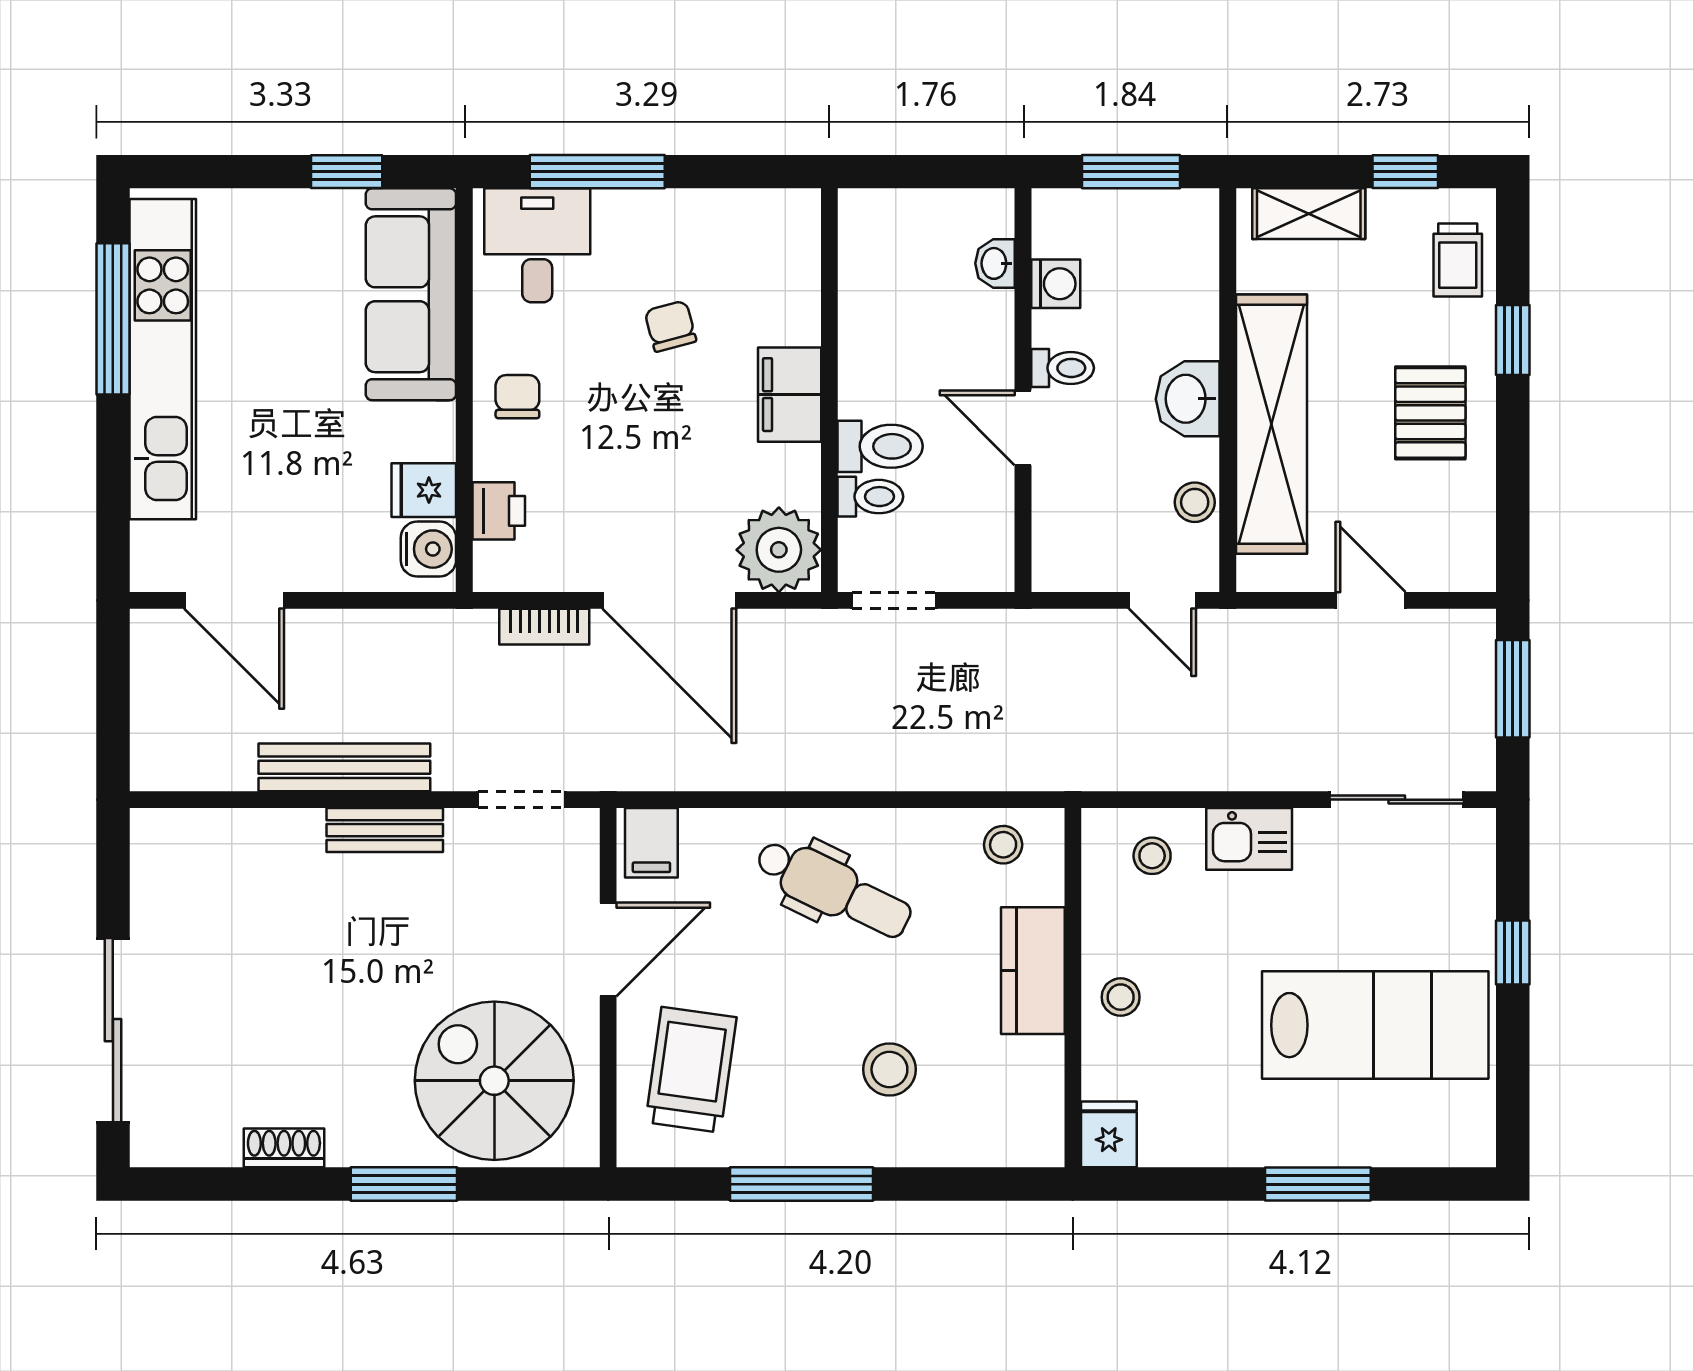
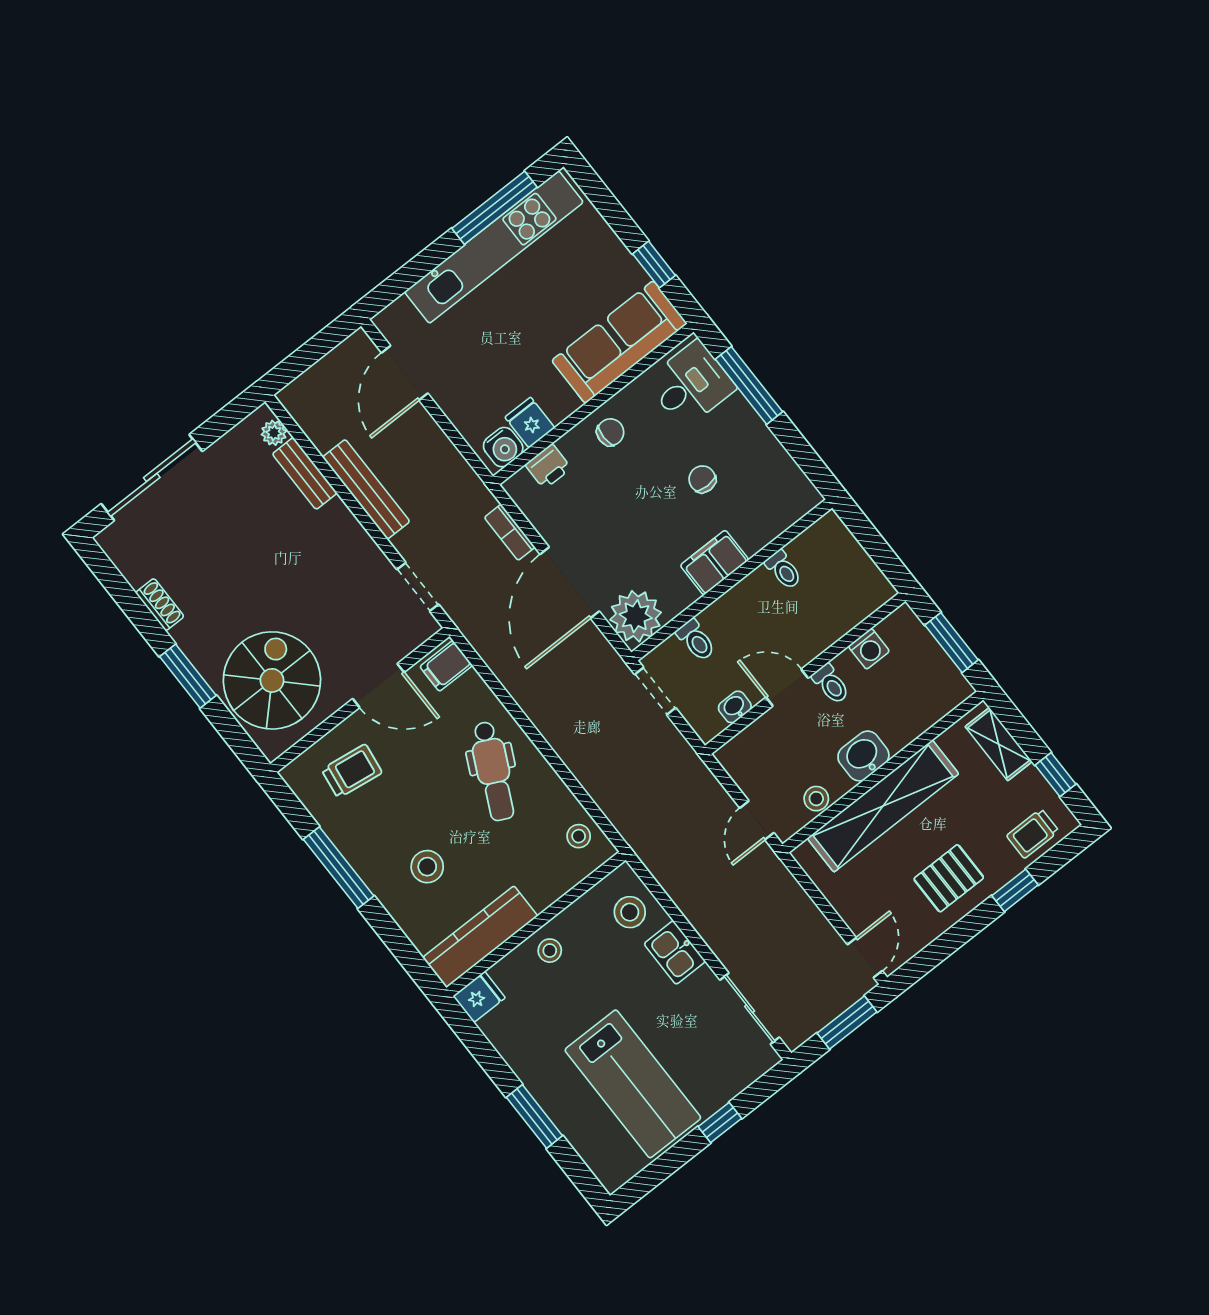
washbasin: (995, 263) -> (735, 707), moved
chair: (670, 326) -> (702, 479), turned -75
door: (1023, 428) -> (787, 688), hinge flipped
toilet: (880, 446) -> (783, 570), moved, width x0.73, depth x0.72
door: (1370, 600) -> (865, 958), moved
plant: (179, 829) -> (274, 433), added
bench: (385, 830) -> (305, 474), moved
stool: (1152, 856) -> (630, 912), width x1.37, depth x1.37
kitchen counter: (1033, 971) -> (480, 937), moved, width x1.50
trolley: (691, 1070) -> (352, 771), width x0.73, depth x0.72

